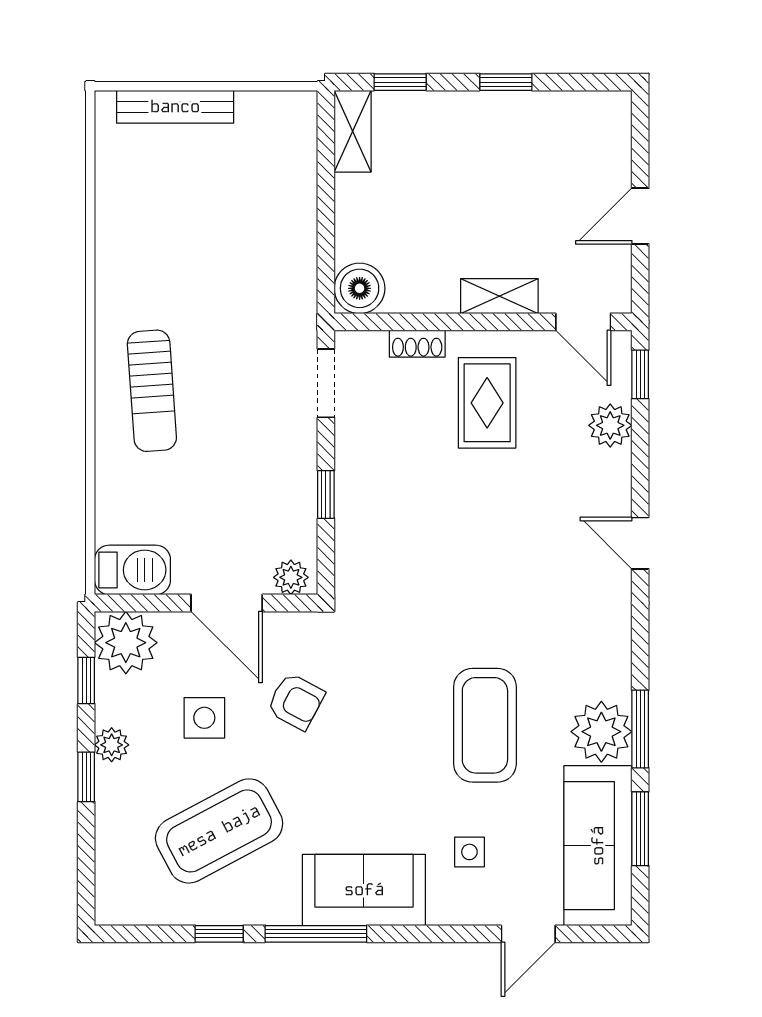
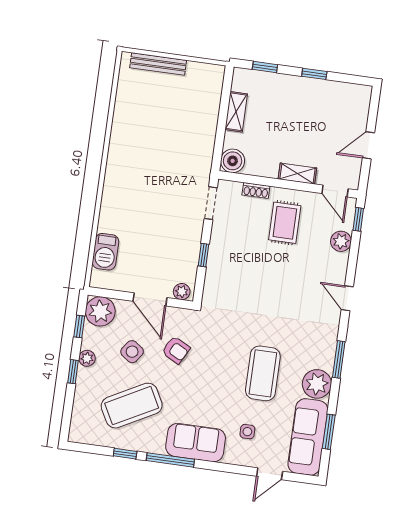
shelving: (353, 131) -> (236, 112), moved
sun lounger: (152, 391) -> (129, 195), removed
barbecue: (132, 570) -> (105, 252), moved, turned 90
side table: (204, 718) -> (132, 352), turned 35
window: (640, 729) -> (339, 359), moved

